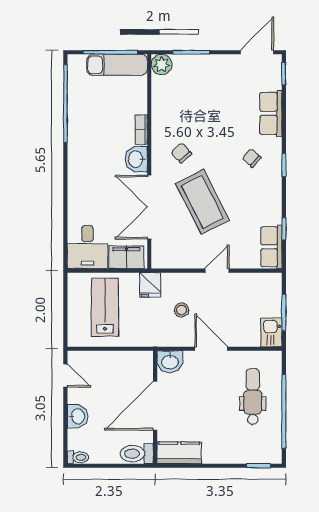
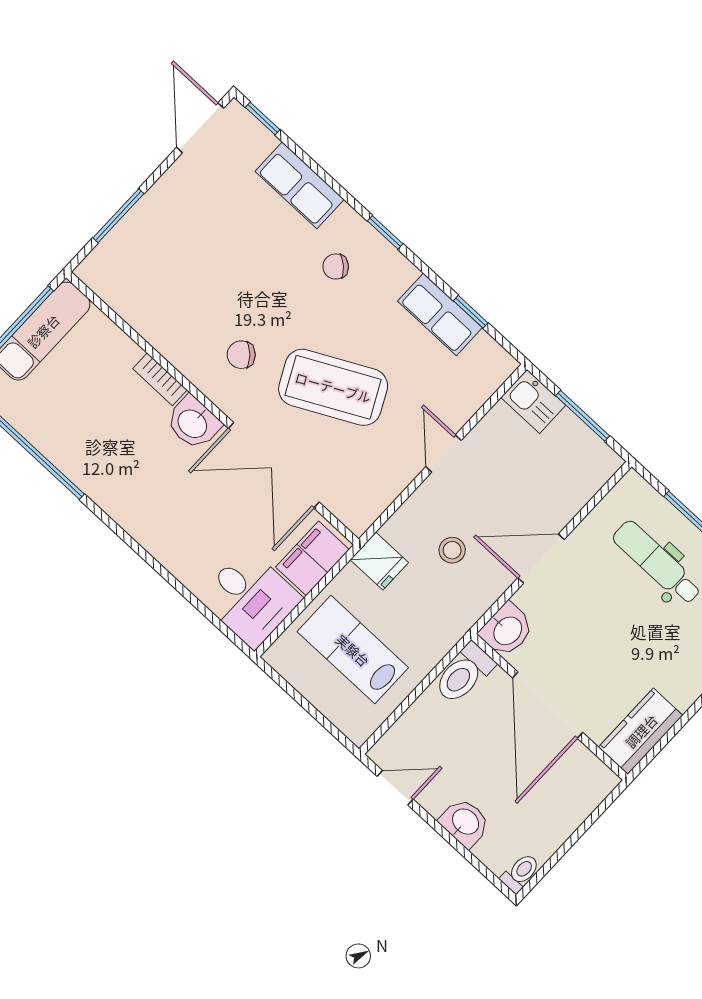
plant: (162, 65) -> (98, 271), removed
row of seats: (271, 247) -> (440, 314), moved
kitchen sink: (271, 332) -> (533, 401), moved
toilet: (137, 454) -> (464, 674), moved

